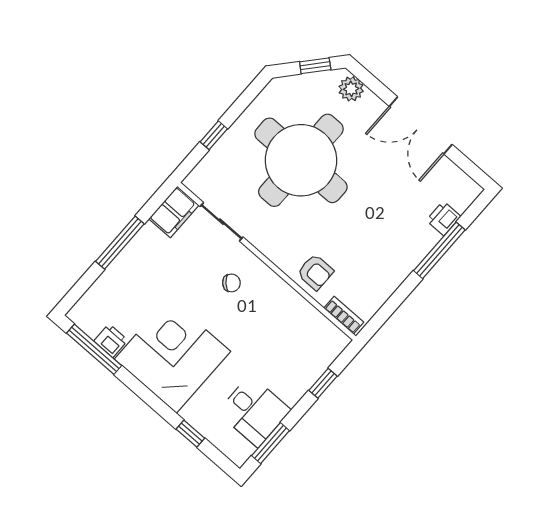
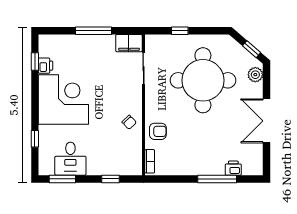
armchair: (315, 272) -> (158, 131), turned -90
chair: (231, 283) -> (129, 122), moved
window: (94, 349) -> (35, 61), width x0.46

